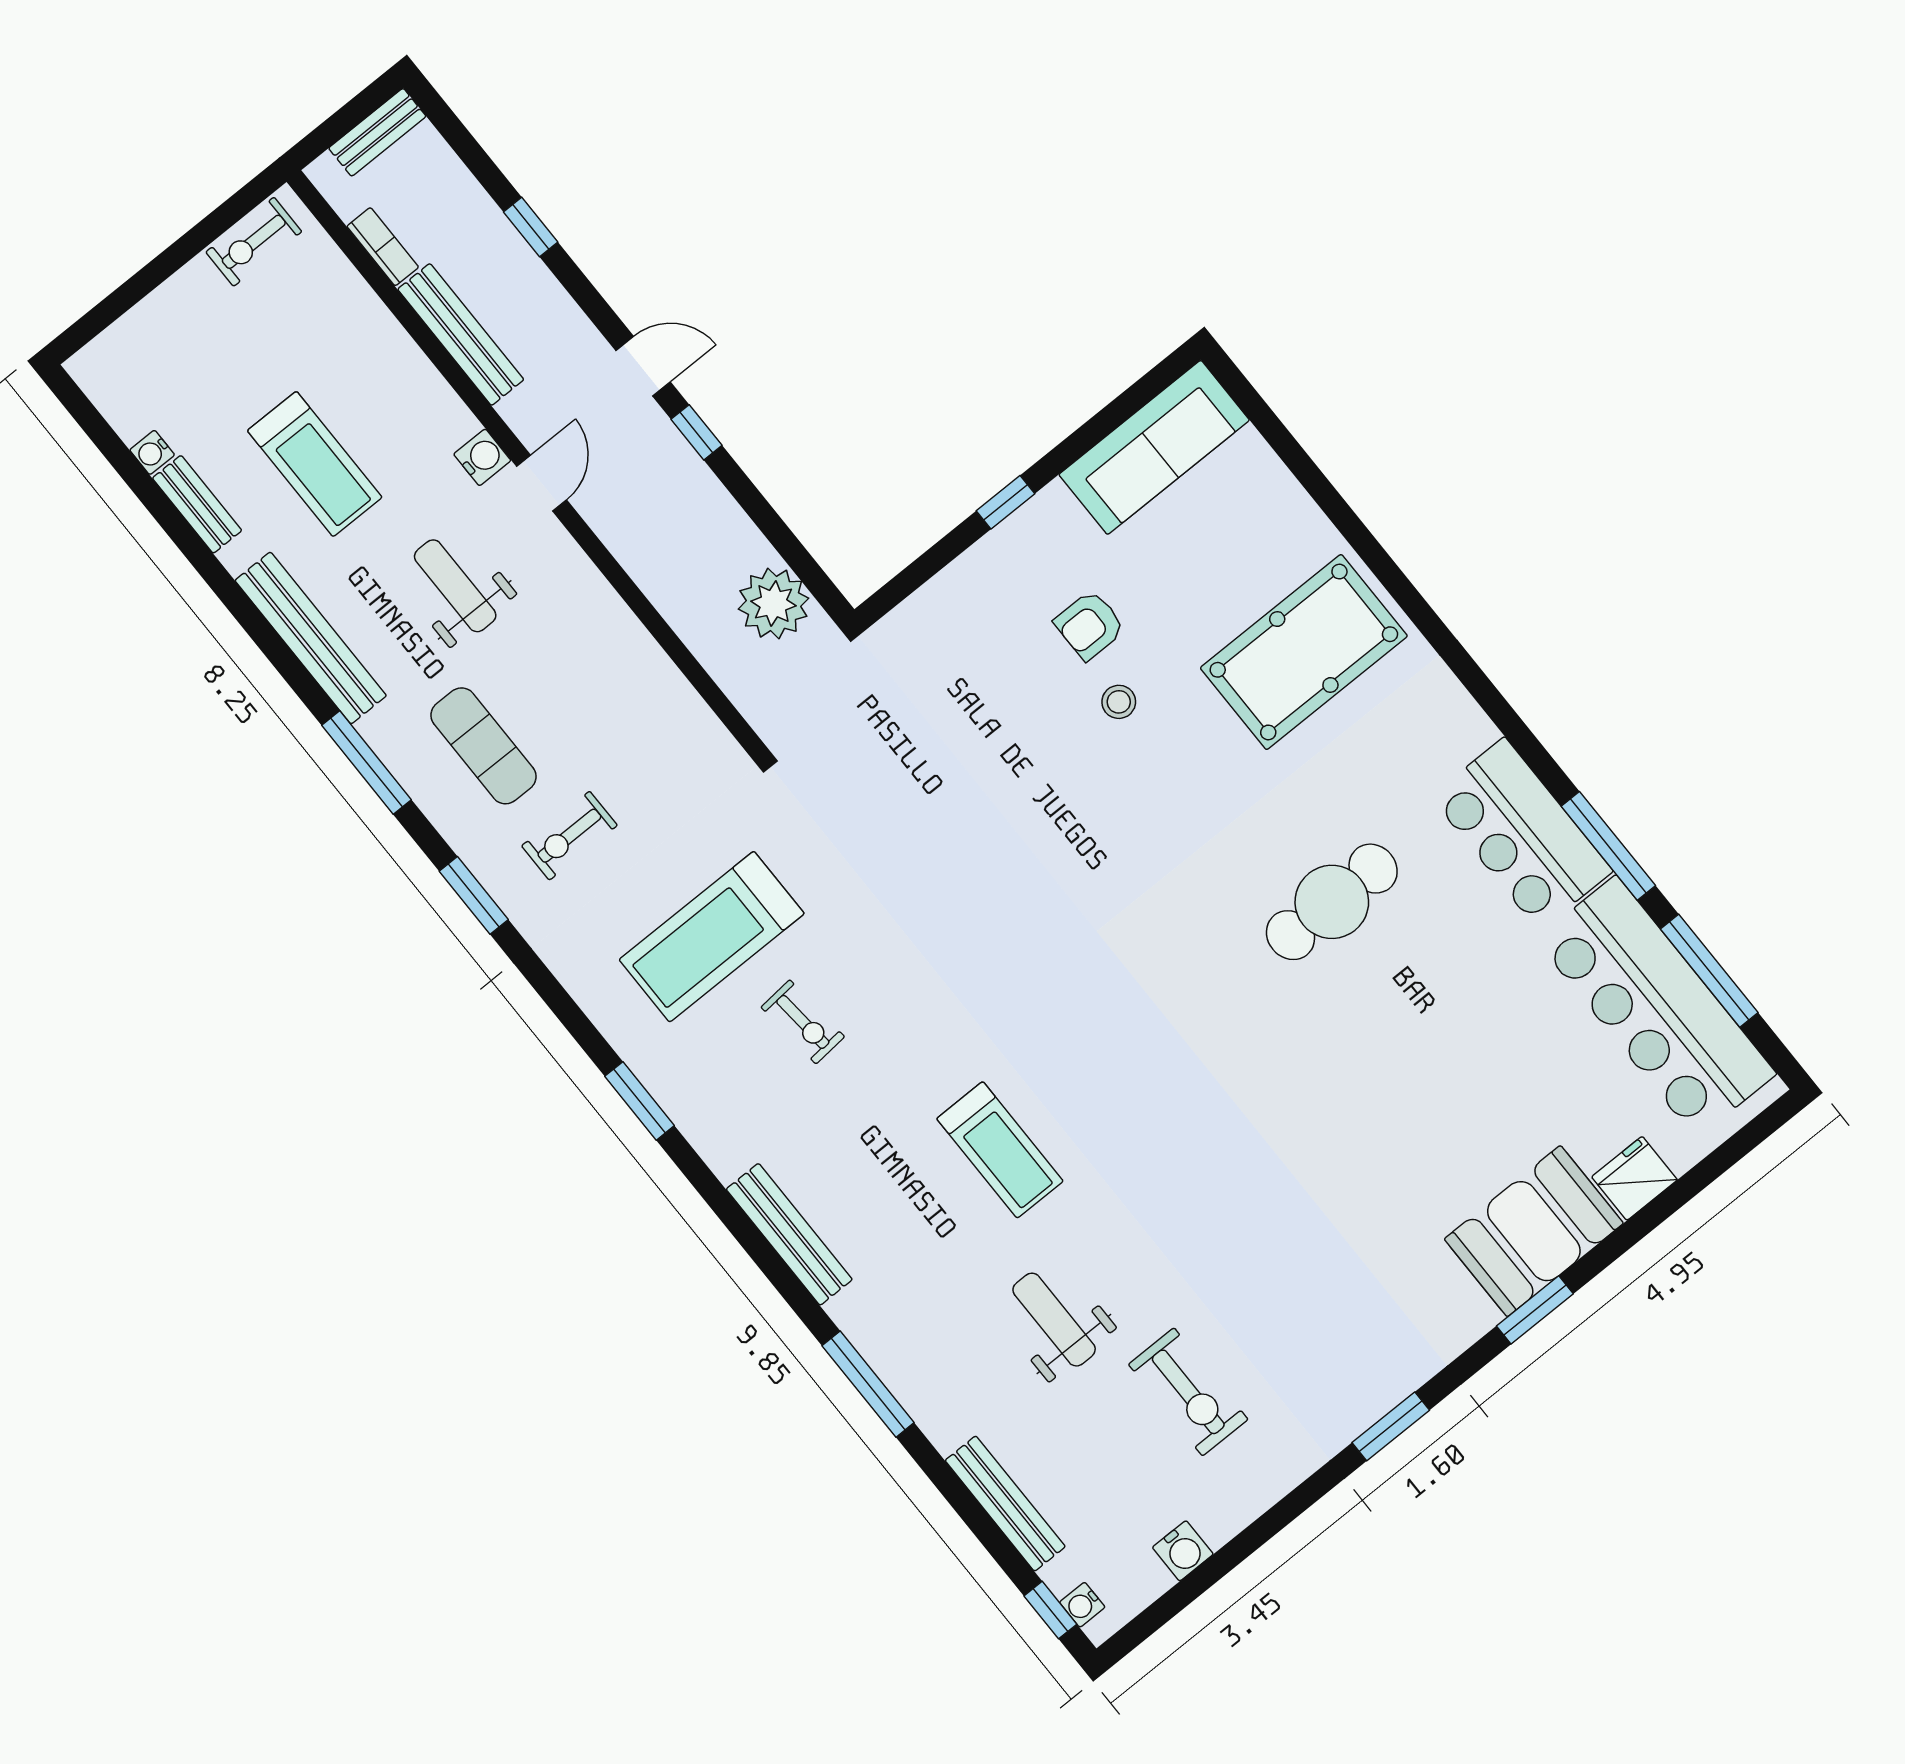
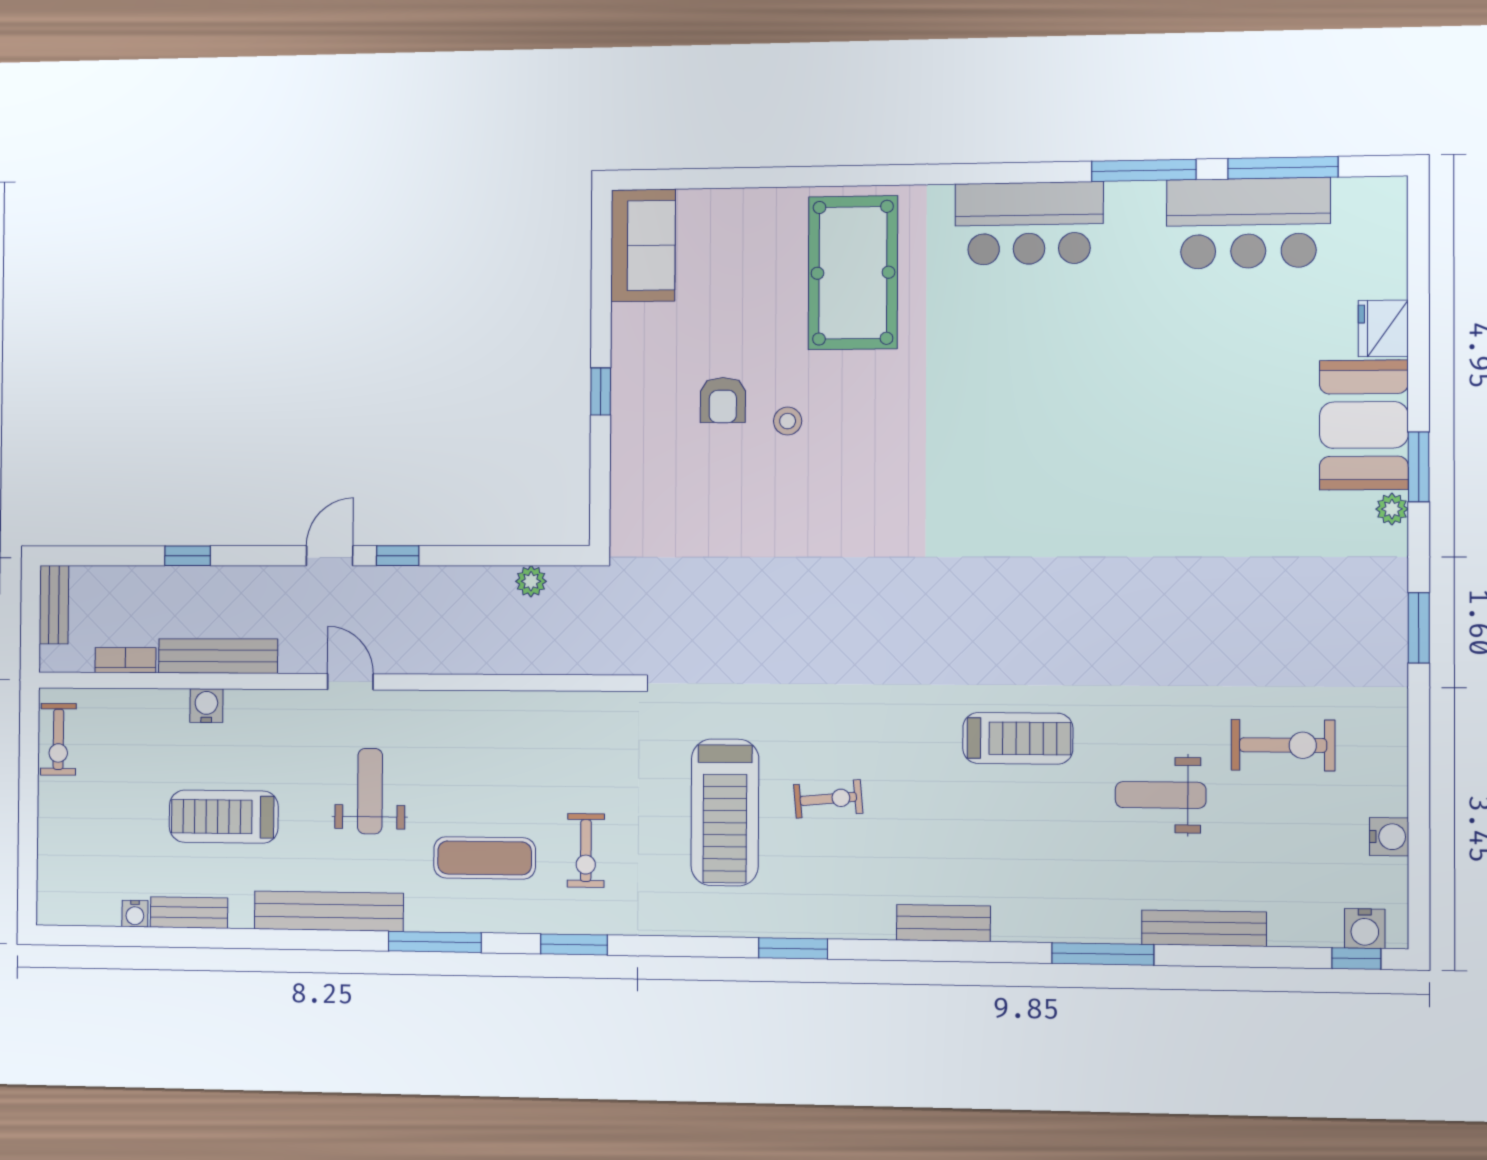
sofa: (1154, 447) -> (643, 245), width x0.73
water cooler: (482, 457) -> (206, 706), moved
treadmill: (315, 464) -> (224, 817), turned 180
weight bench: (455, 586) -> (370, 791), turned 90
plant: (773, 604) -> (531, 581), width x0.53, depth x0.53
bar counter: (1522, 834) -> (1029, 223), moved
cafe table: (1332, 902) -> (1032, 385), removed
bar counter: (1656, 1007) -> (1248, 223), width x0.73
bench: (789, 1234) -> (943, 923), width x0.73
plant: (1478, 1317) -> (1392, 509), added
bench: (1005, 1504) -> (1204, 928), moved
water cooler: (1082, 1605) -> (1365, 929), width x1.38, depth x1.38

